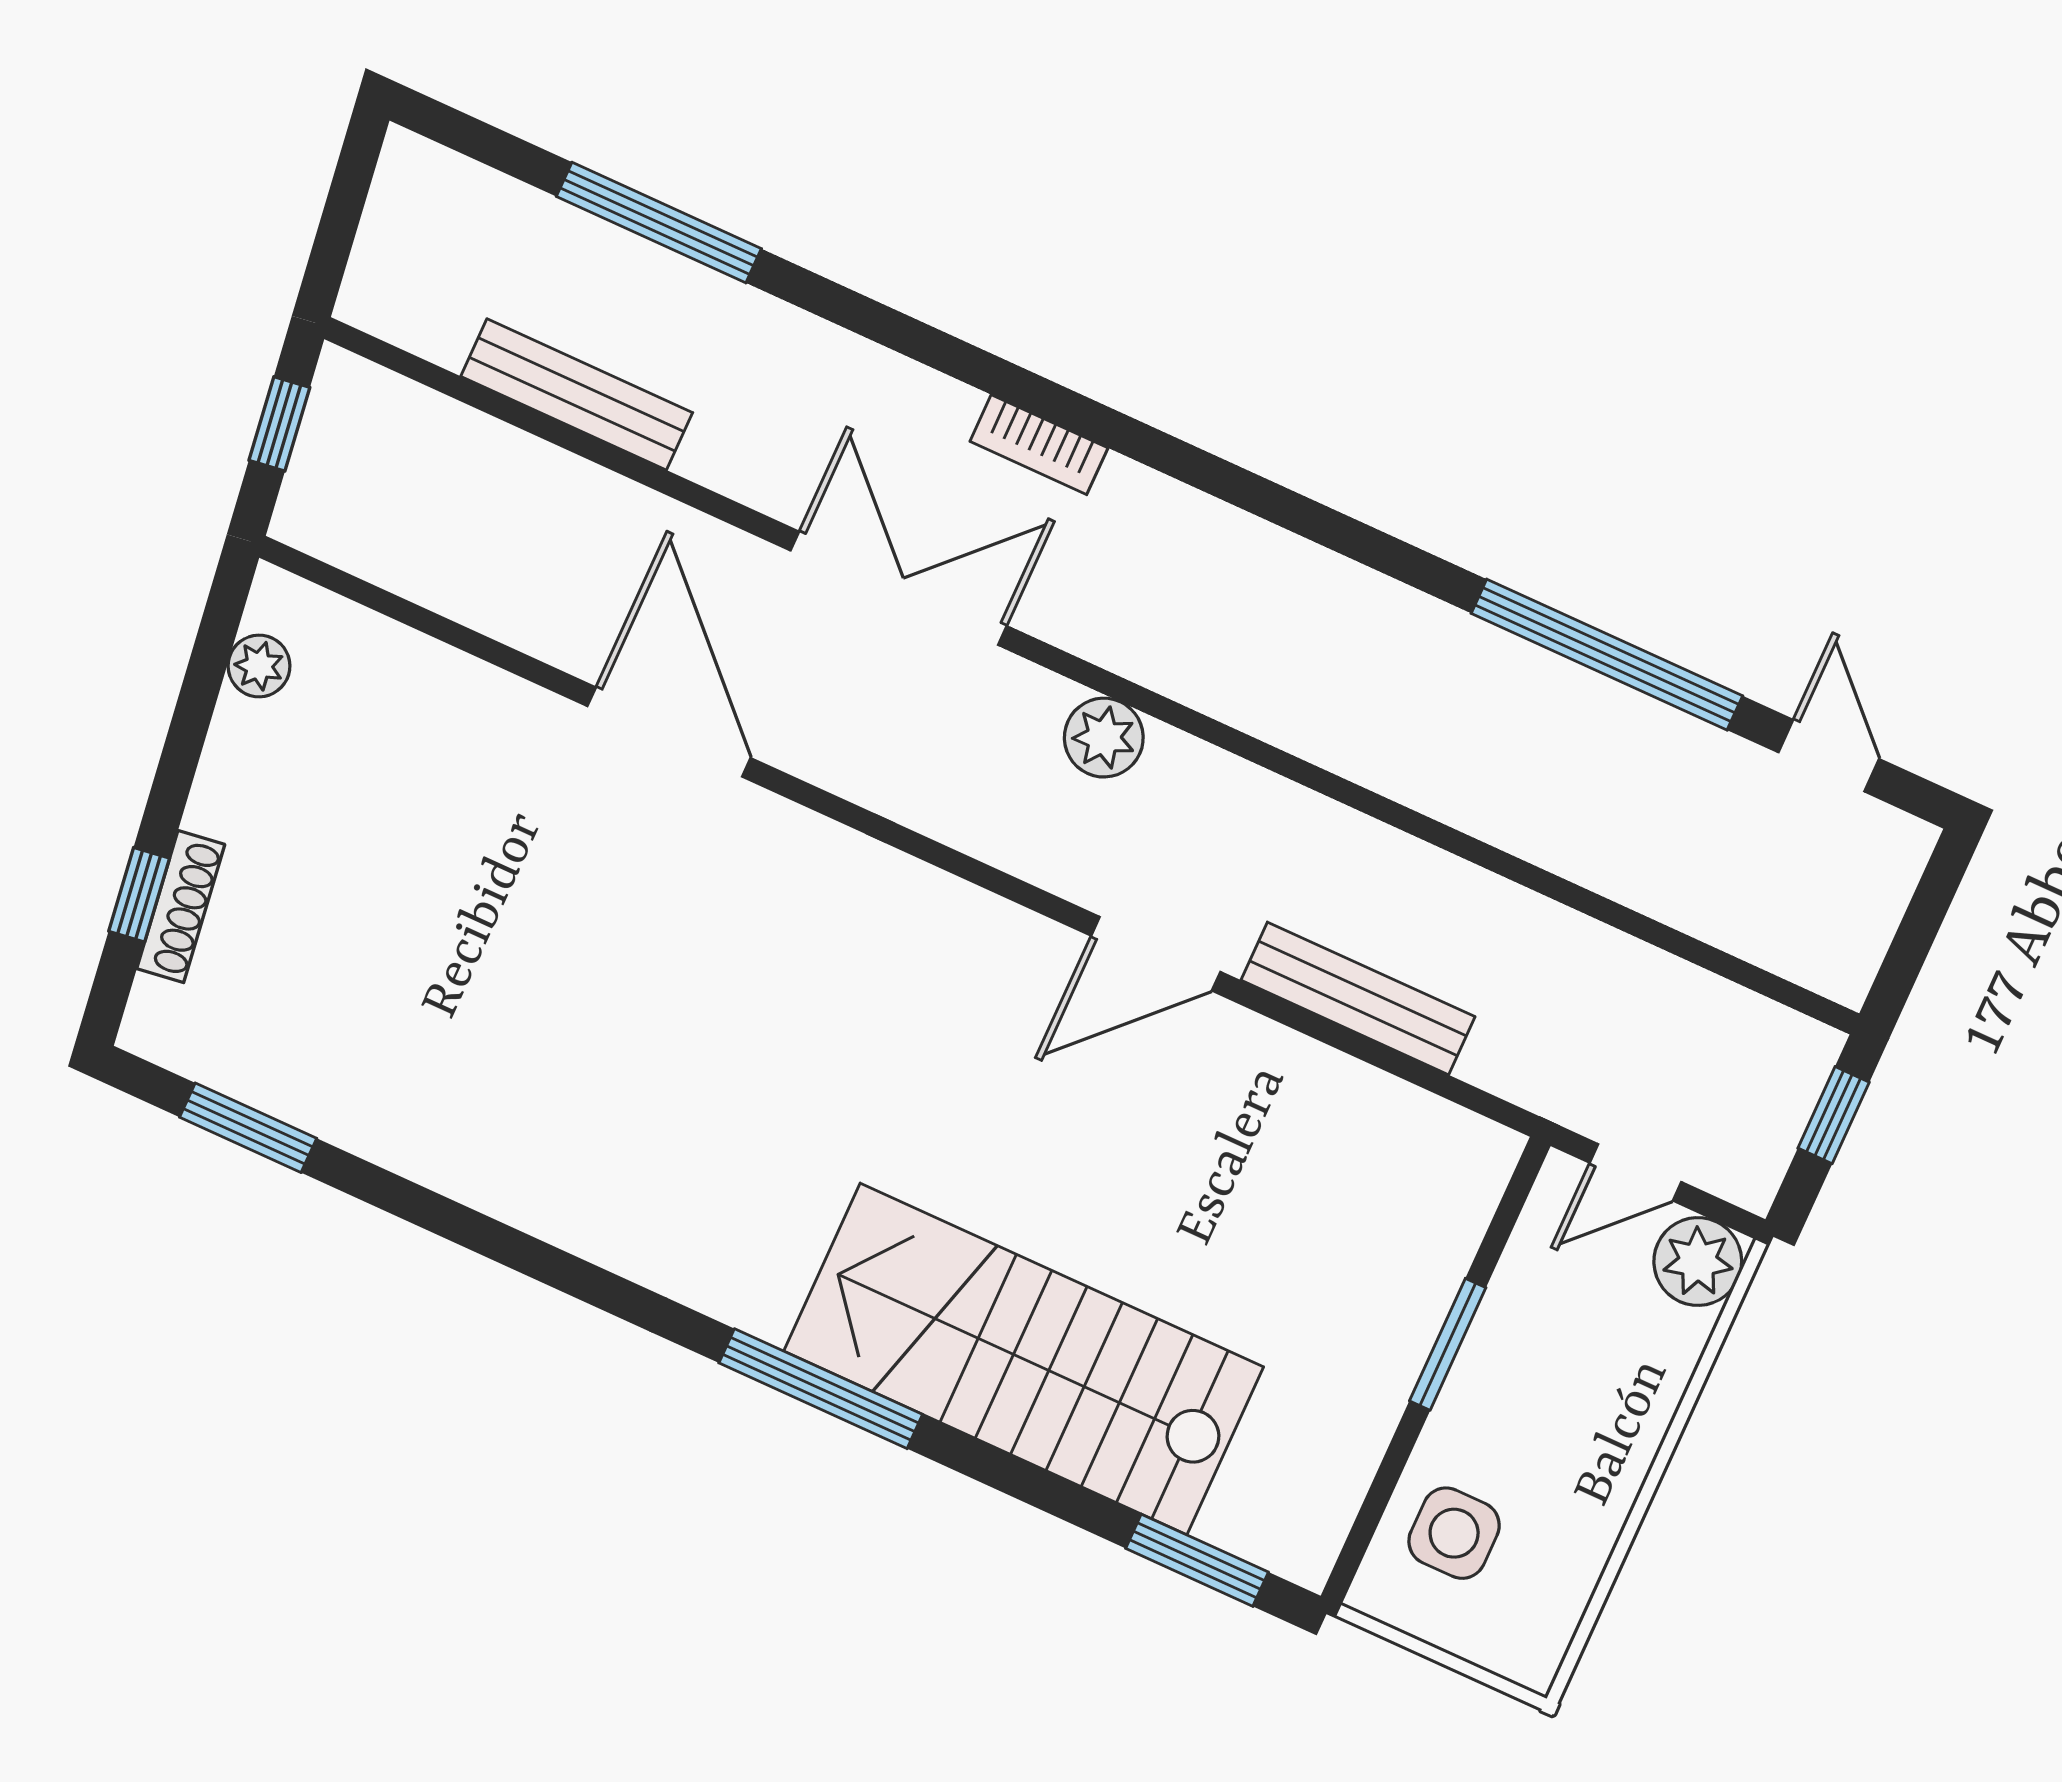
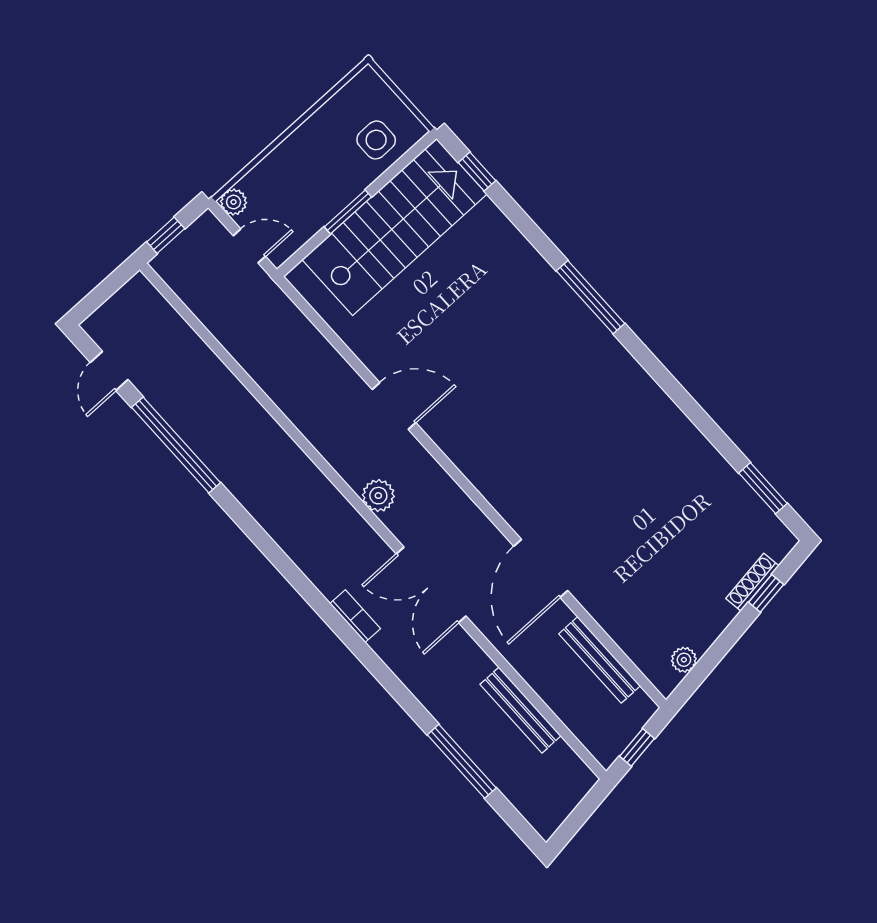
bench: (1358, 998) -> (600, 660), moved
plant: (1698, 1262) -> (234, 202), width x0.73, depth x0.73
stairs: (1024, 1359) -> (394, 227), moved, turned -90
window: (1197, 1560) -> (477, 172), width x0.67

